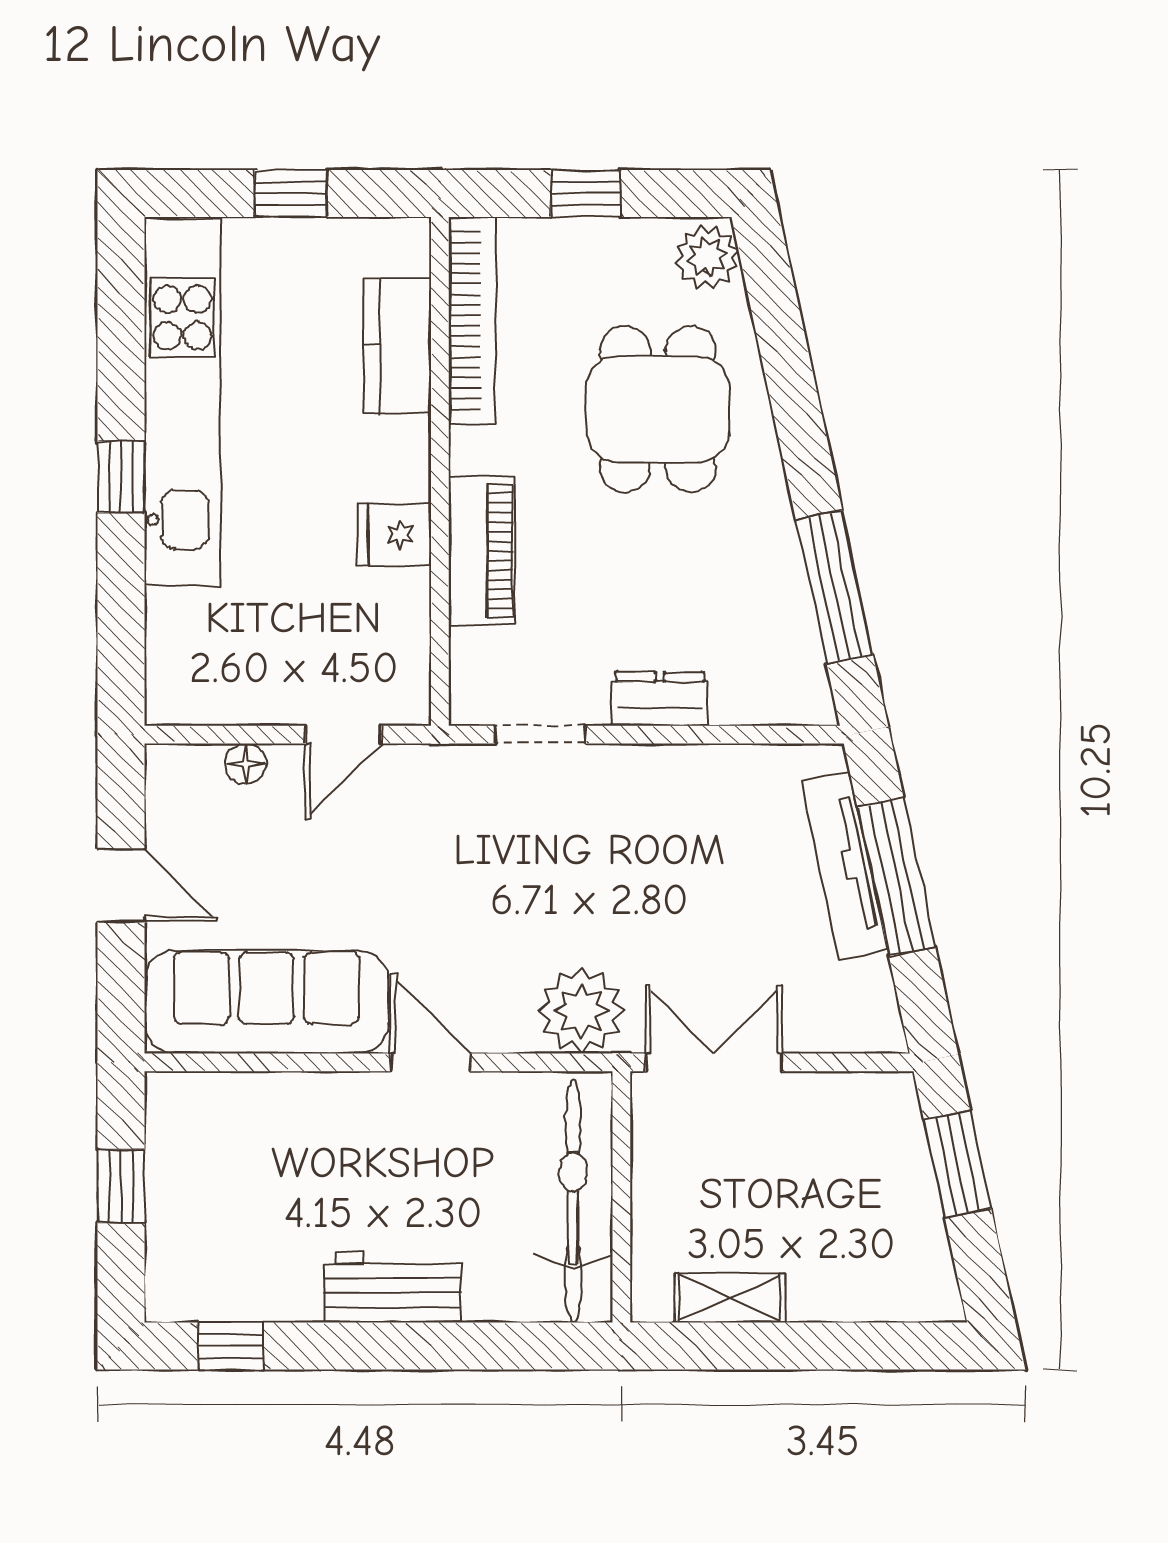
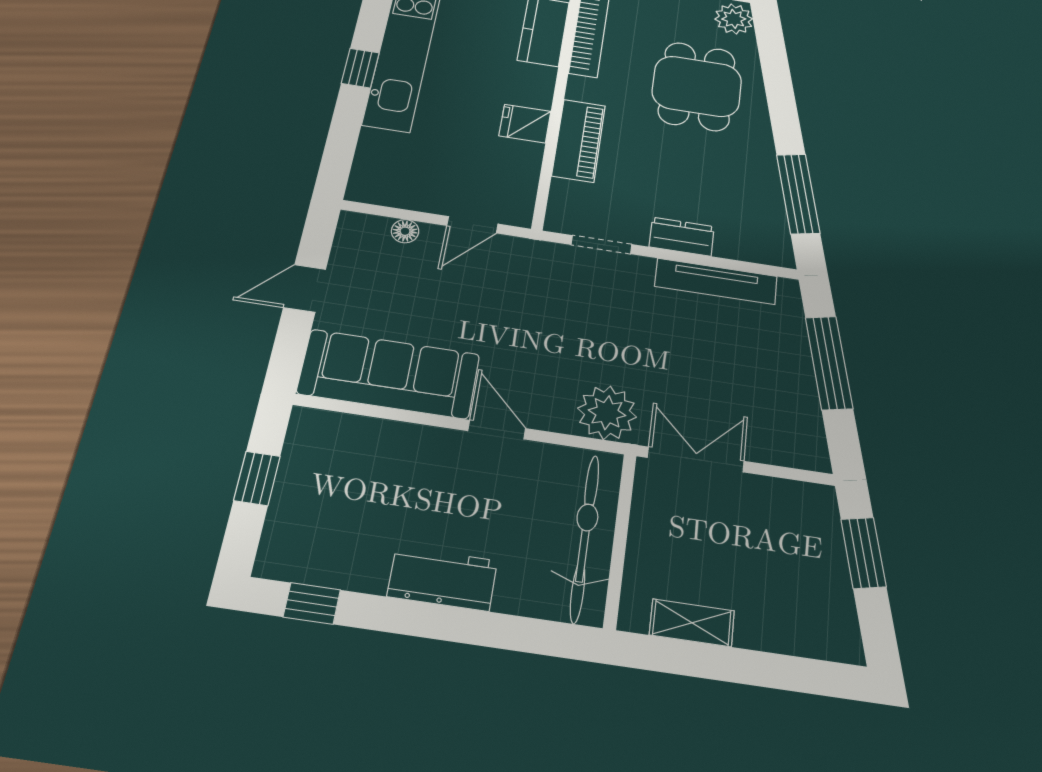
tv unit: (845, 866) -> (716, 281), moved, turned -78
door: (121, 886) -> (305, 288), swing flipped

